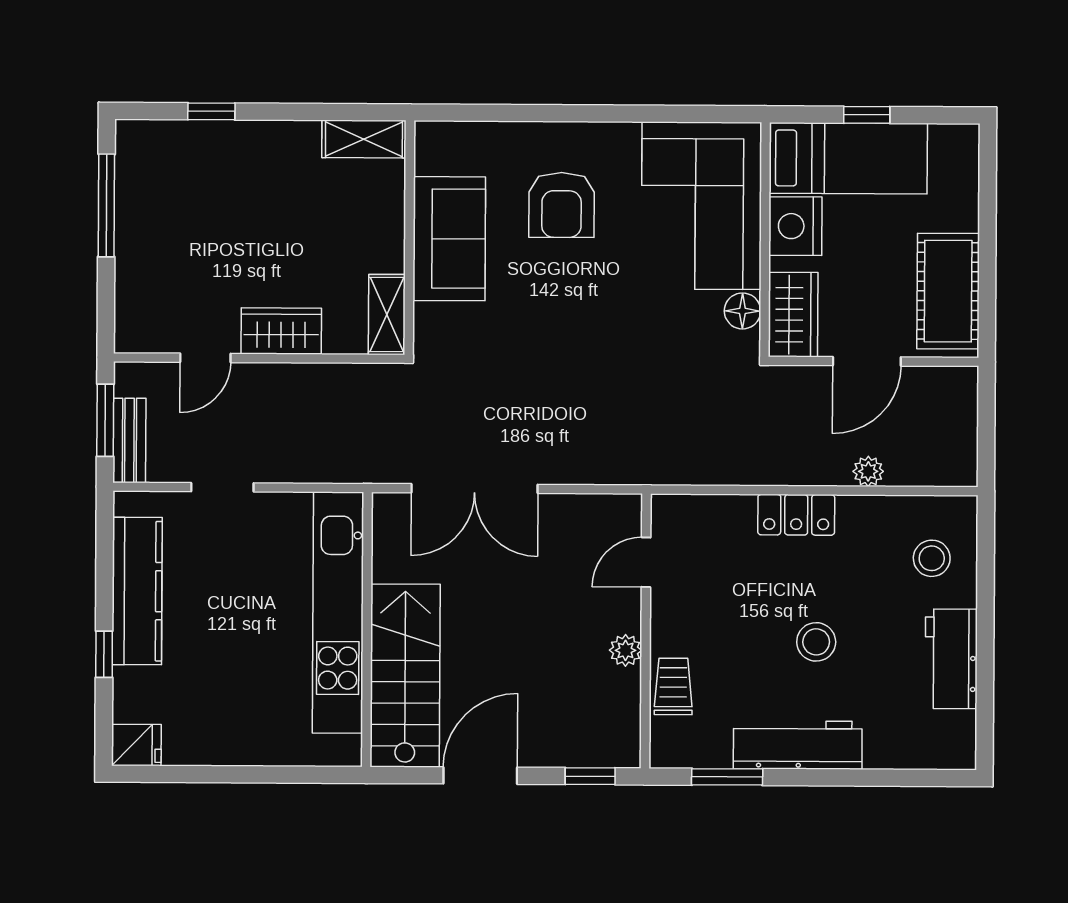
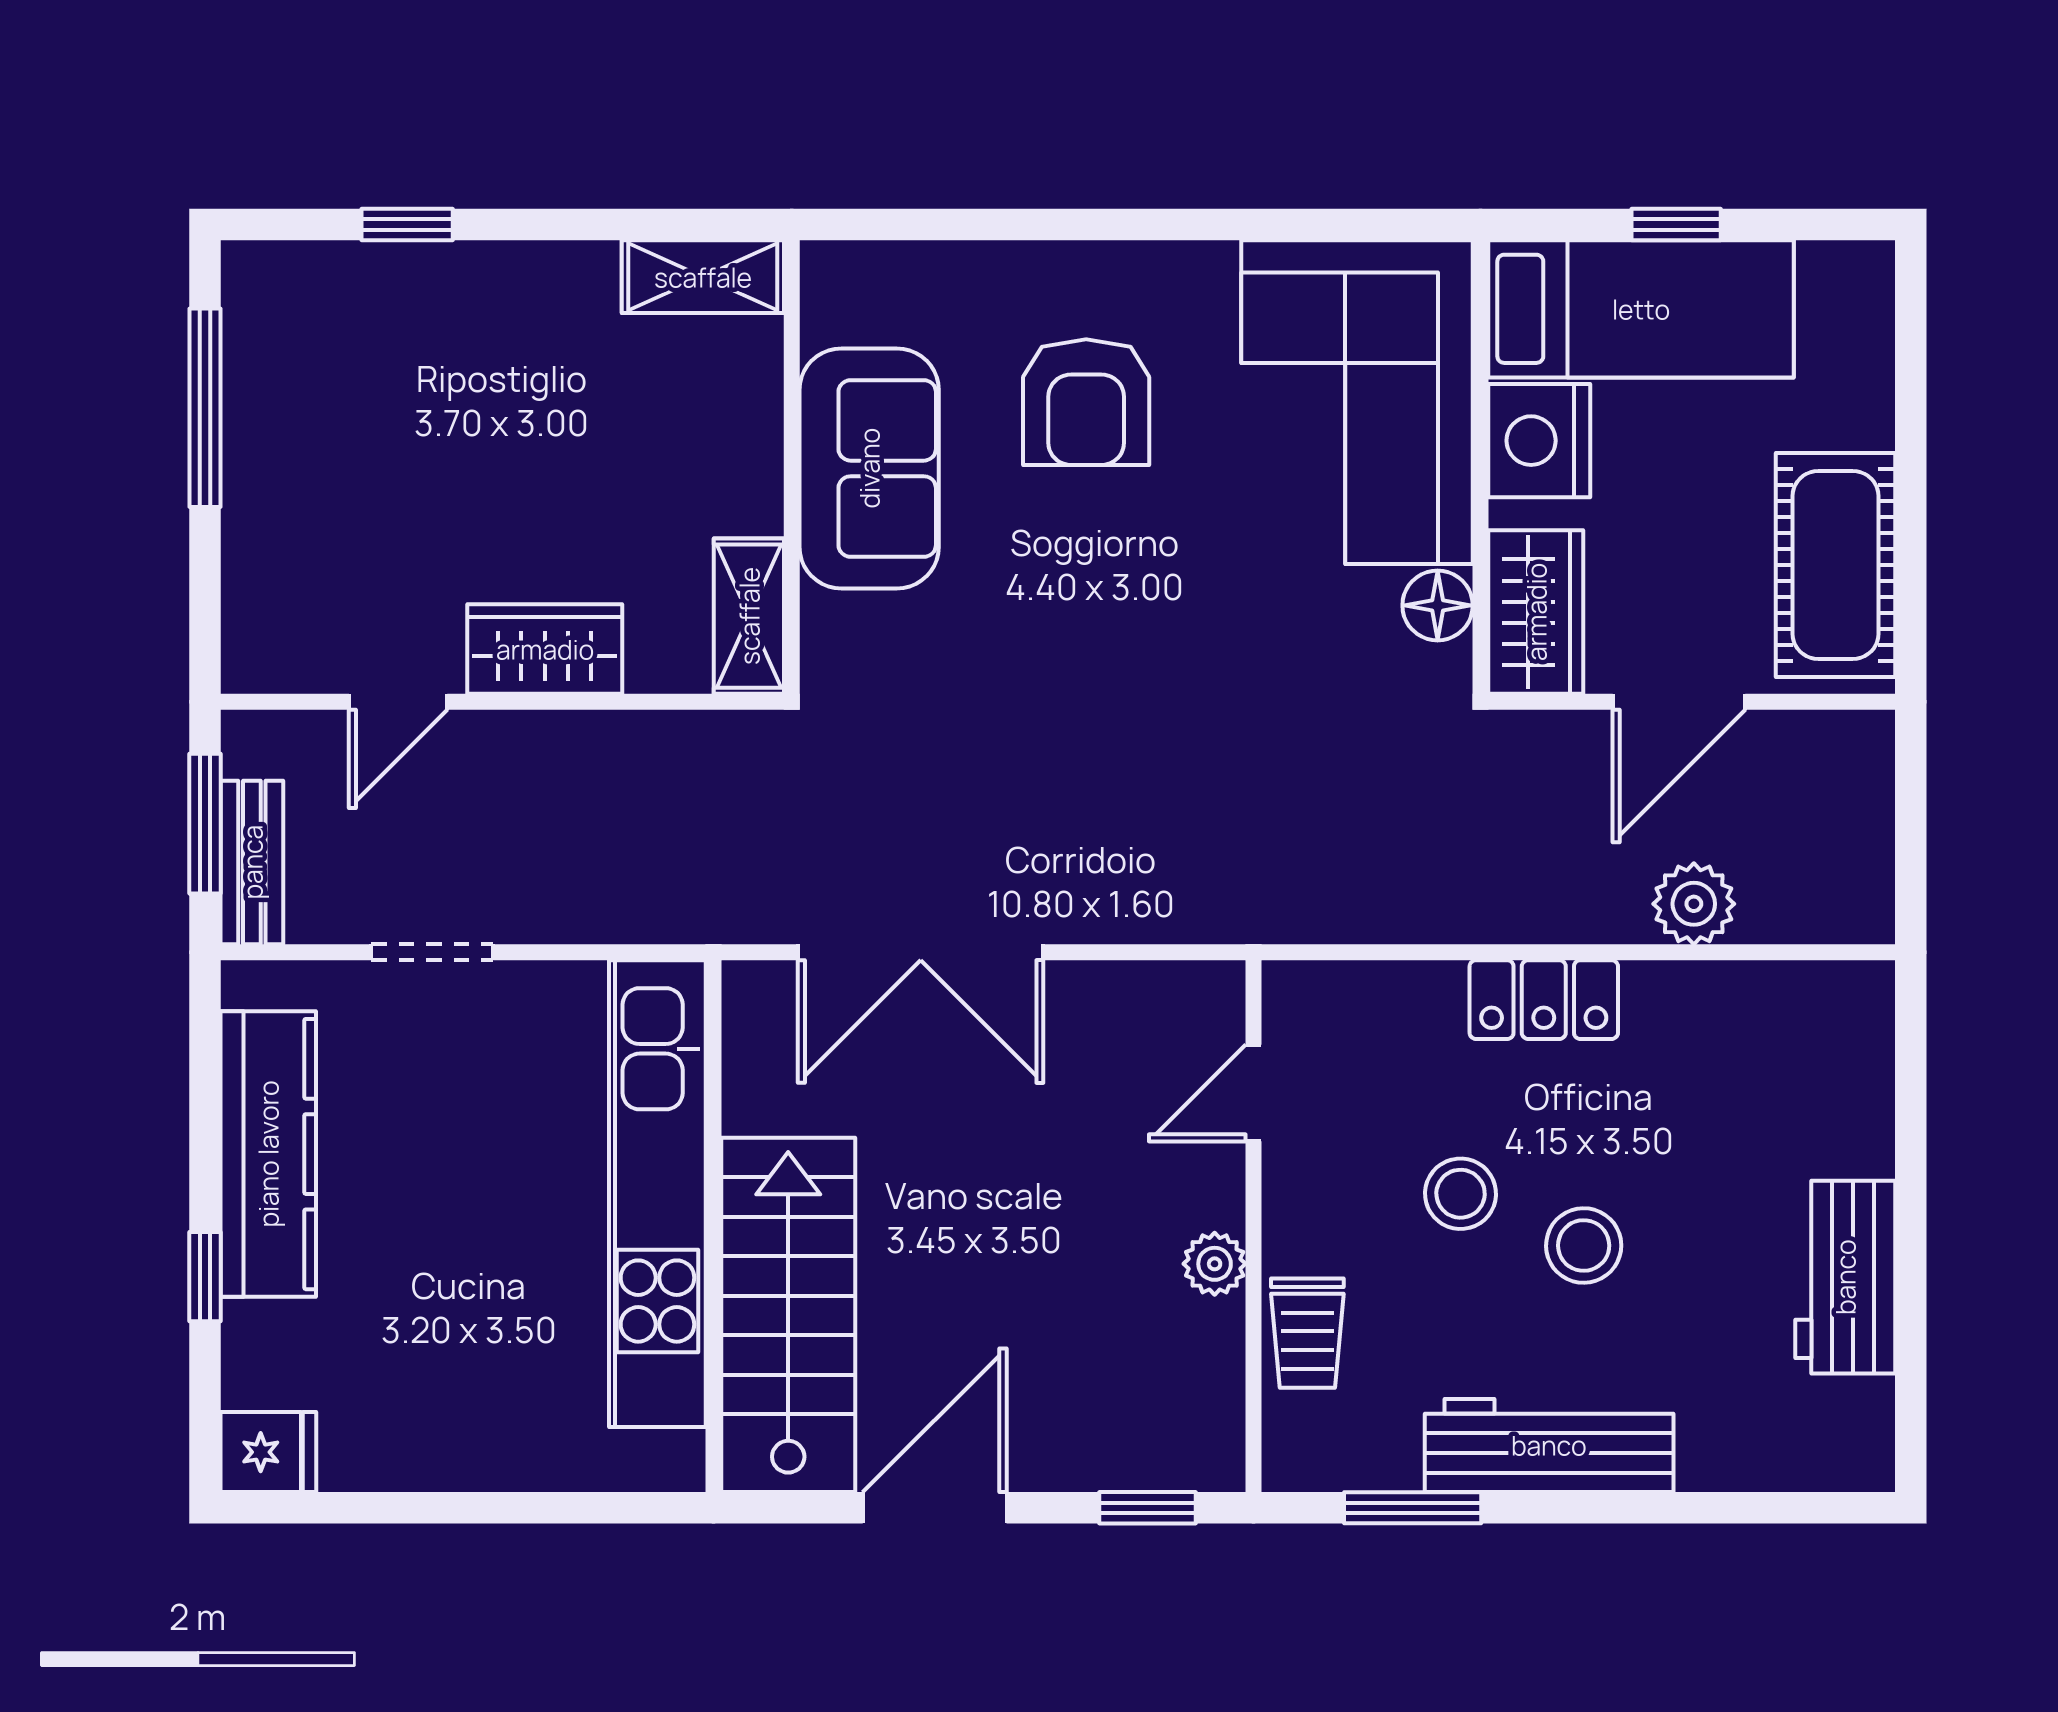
plant: (868, 471) -> (1694, 904), width x1.38, depth x1.38
stool: (932, 558) -> (1461, 1194), moved
trolley: (673, 686) -> (1307, 1333), turned 180

